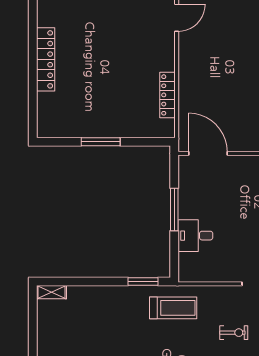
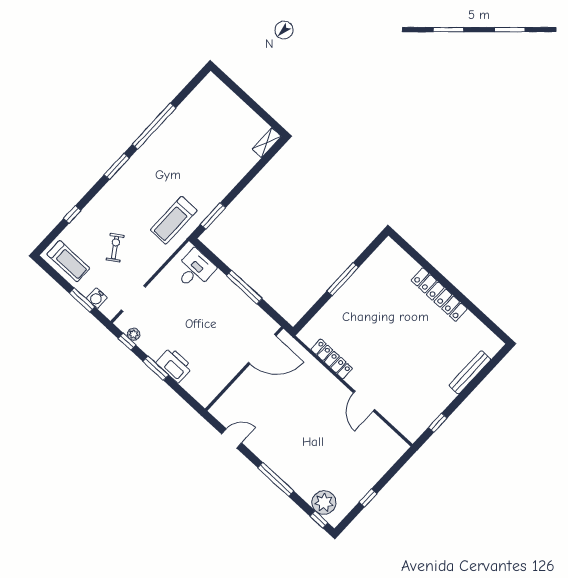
door: (177, 18) -> (364, 401), moved
desk: (195, 236) -> (195, 270), moved
exercise bike: (234, 333) -> (115, 248), turned 146

